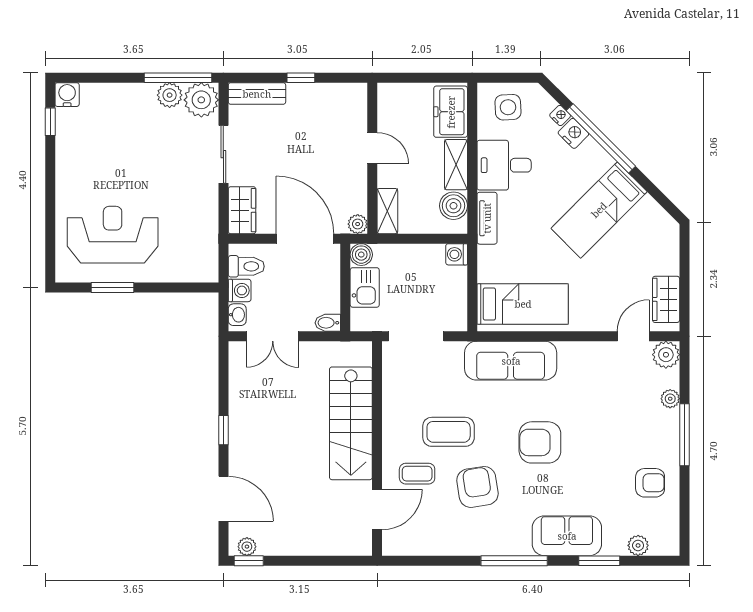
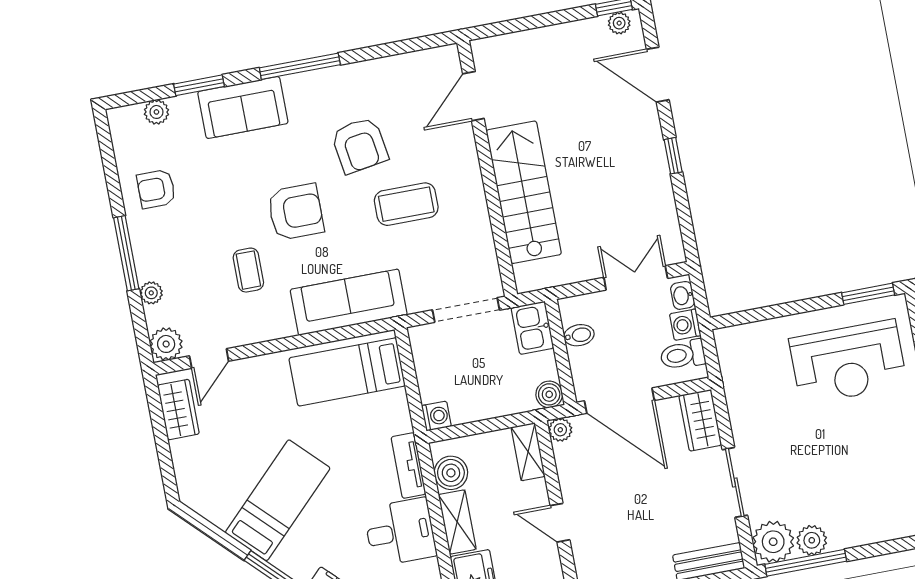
window: (112, 287) -> (868, 294), moved
kitchen sink: (365, 287) -> (532, 328), moved
bidet: (328, 323) -> (579, 335), moved
coffee table: (417, 474) -> (248, 270), moved, turned 90

